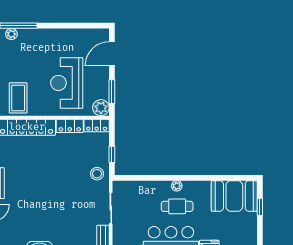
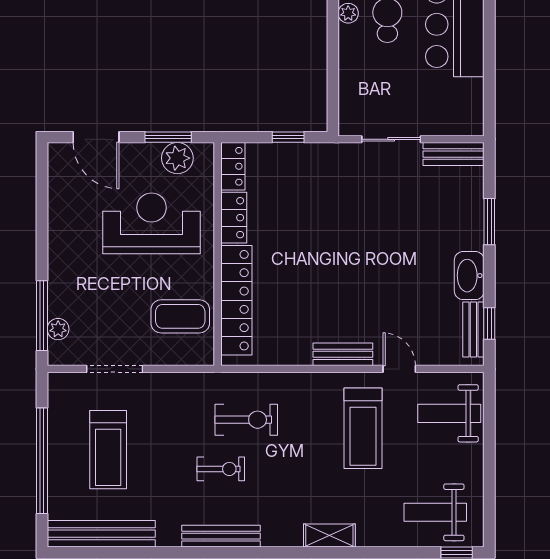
reception desk: (67, 83) -> (151, 223), turned 180
plant: (101, 108) -> (177, 158), moved
stool: (97, 174) -> (325, 165), removed

